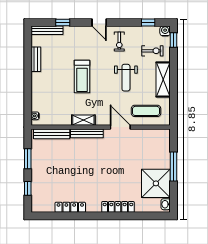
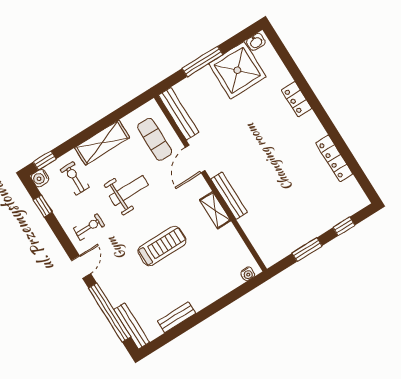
window: (63, 22) -> (110, 312), width x3.17
bench: (52, 134) -> (179, 114), moved
locker: (118, 207) -> (297, 99), width x0.66

